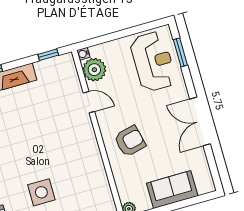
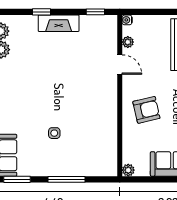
plant: (94, 70) -> (128, 42), width x0.53, depth x0.53
side table: (41, 192) -> (54, 133), width x0.54, depth x0.54

